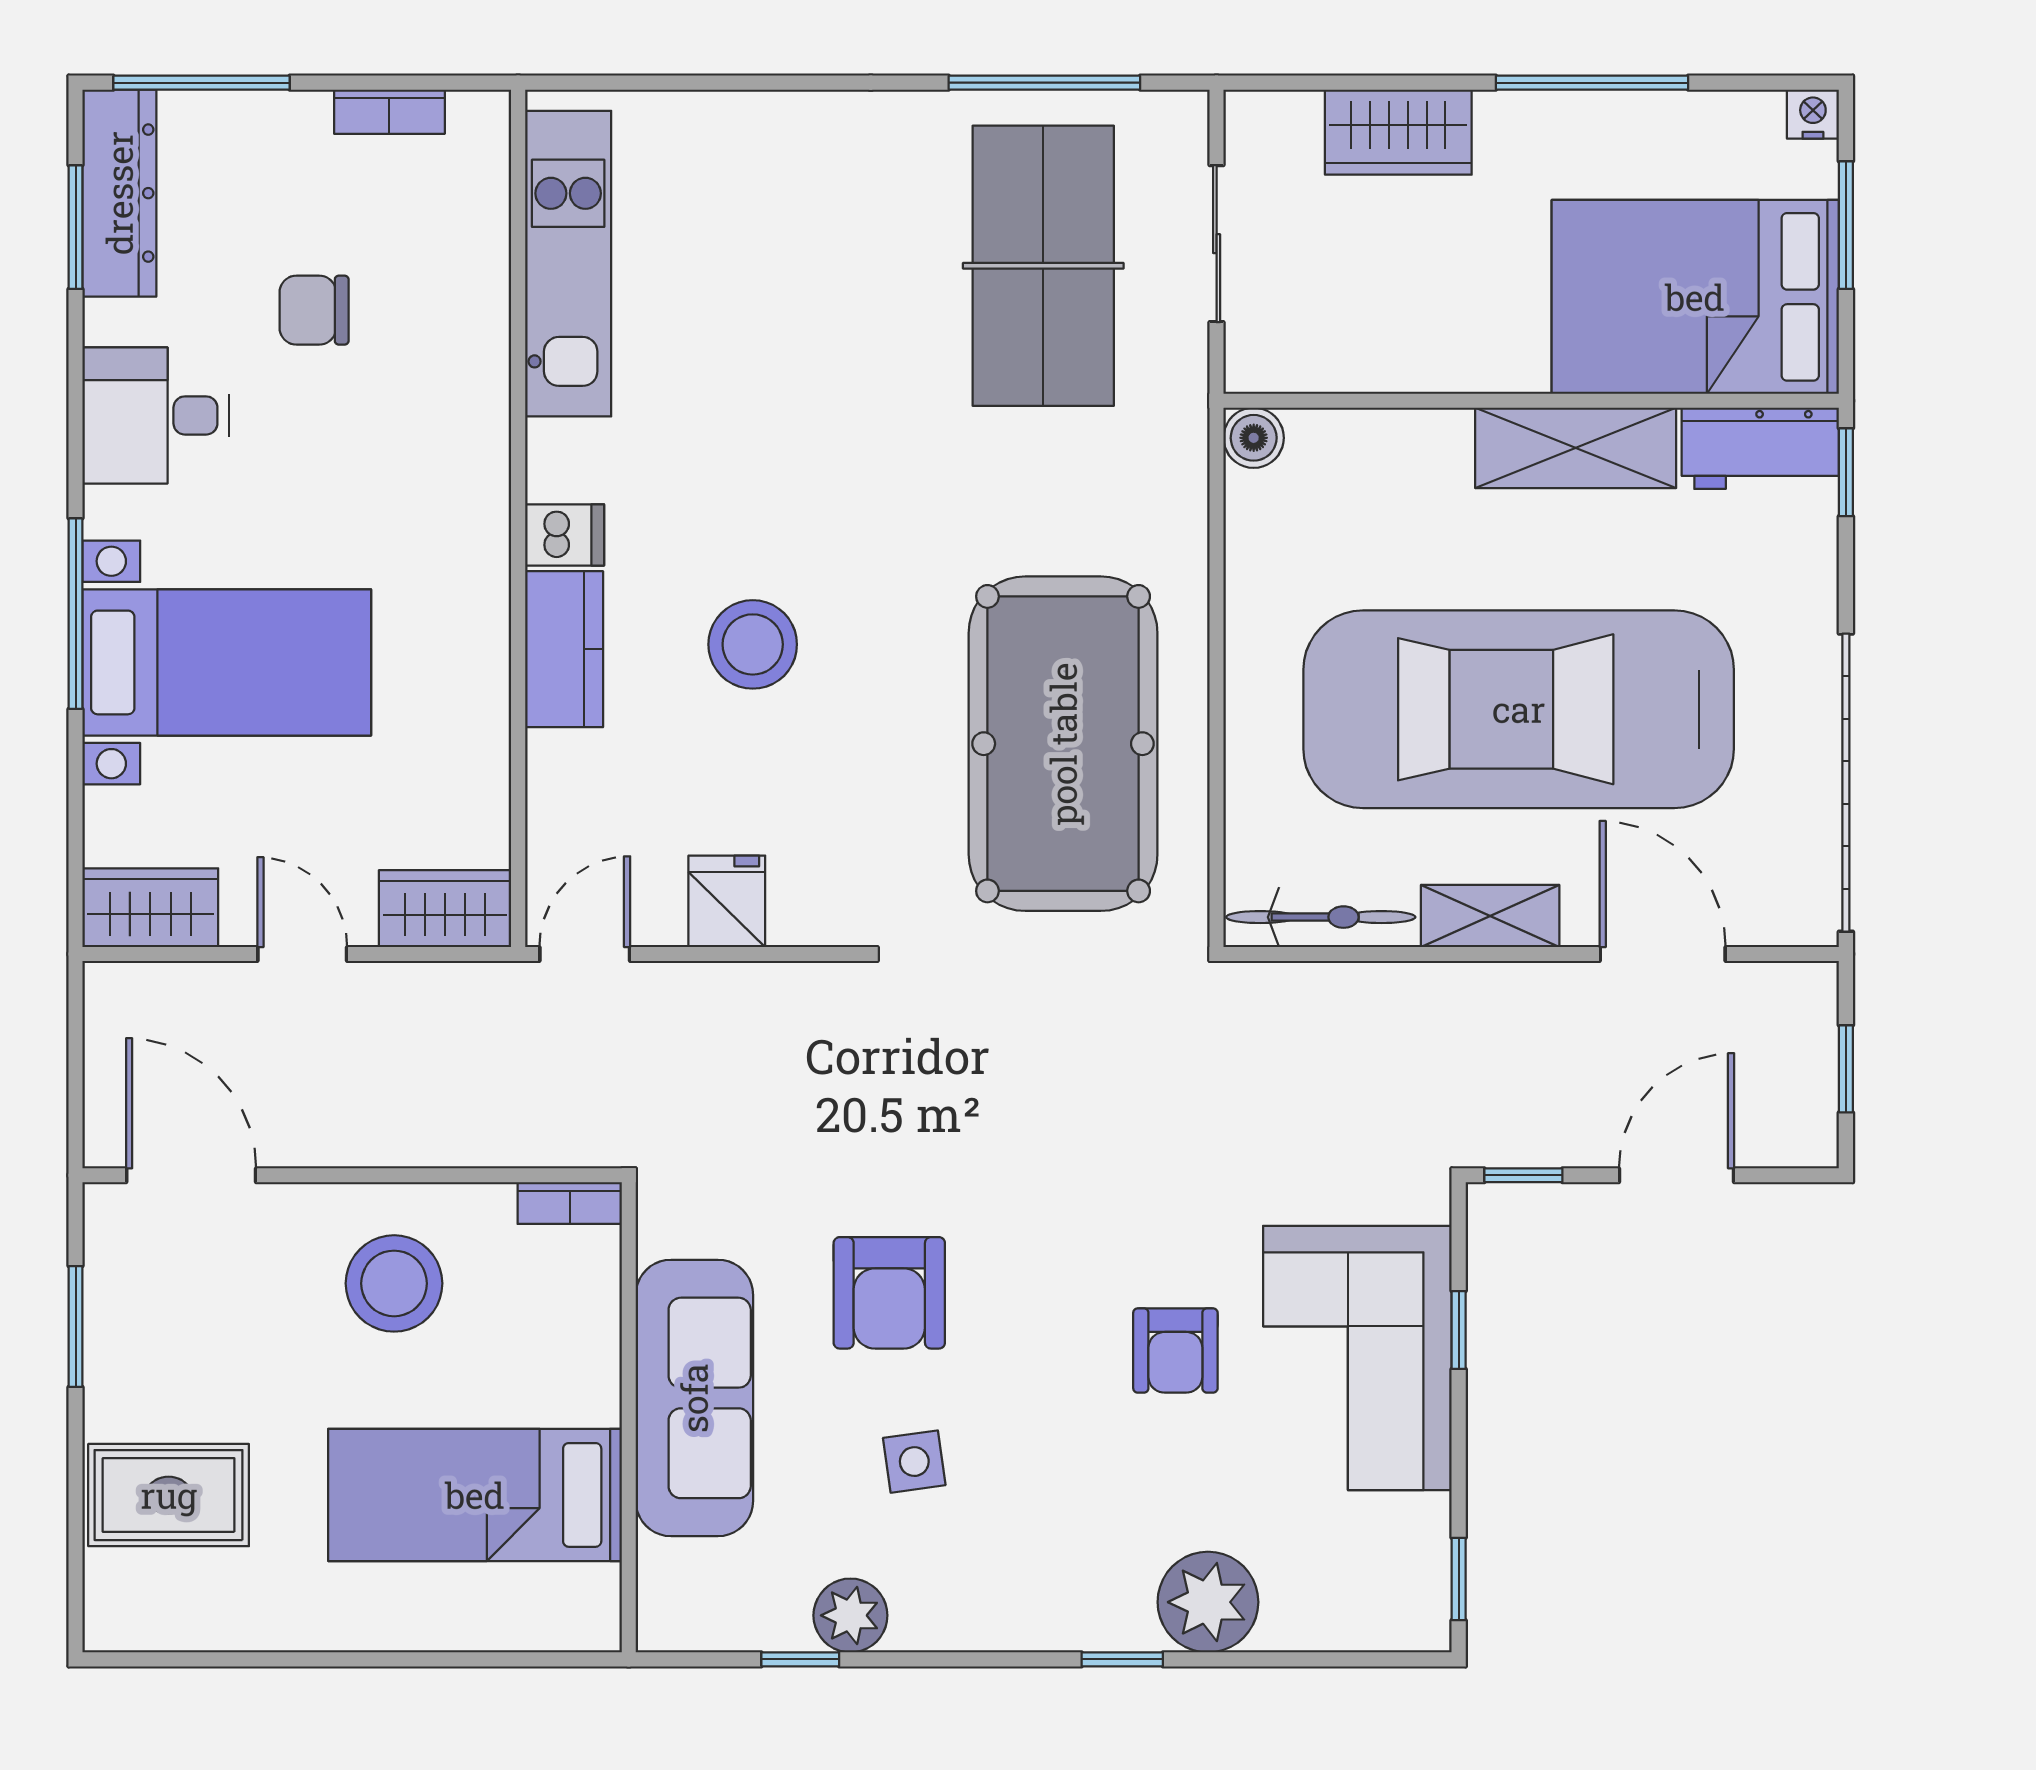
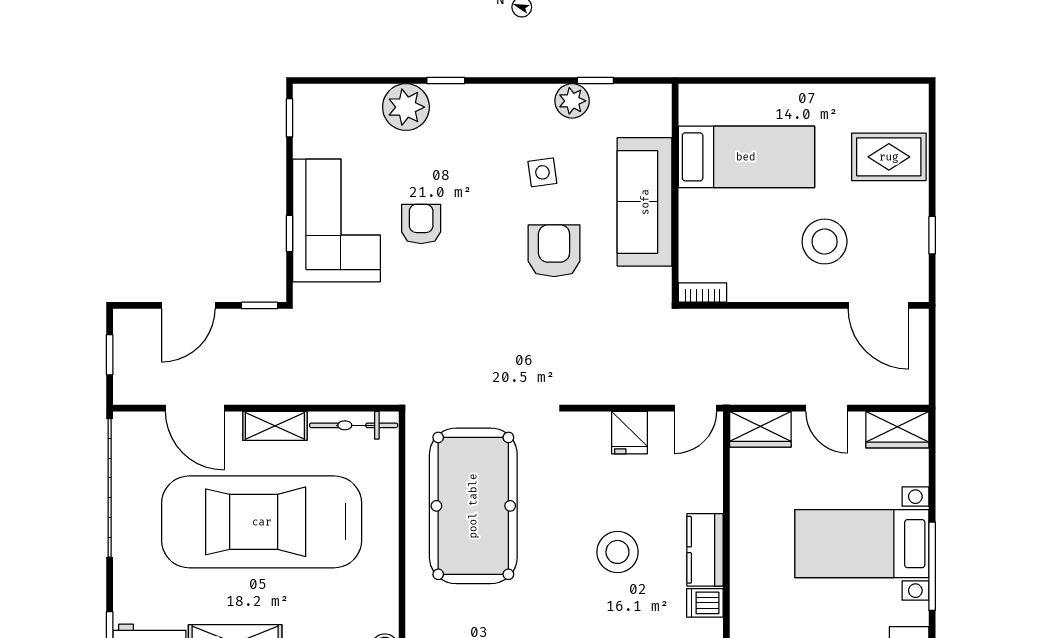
car: (1519, 709) -> (262, 522), turned 180
stool: (394, 1283) -> (825, 242), moved
window: (76, 1326) -> (932, 235), width x0.67

